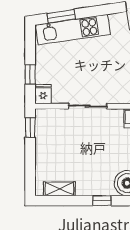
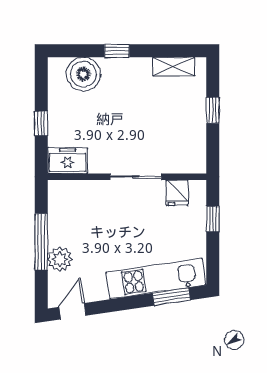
fridge: (43, 94) -> (177, 193), moved
window: (30, 127) -> (213, 110), moved

